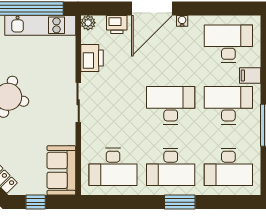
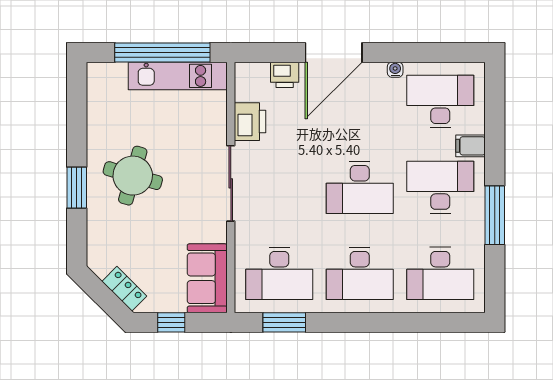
water cooler: (182, 21) -> (395, 70), moved
plant: (88, 23) -> (245, 72), removed
sliding door: (78, 102) -> (231, 183), width x1.37
desk: (171, 105) -> (360, 187), turned 180
window: (180, 202) -> (284, 322), moved

